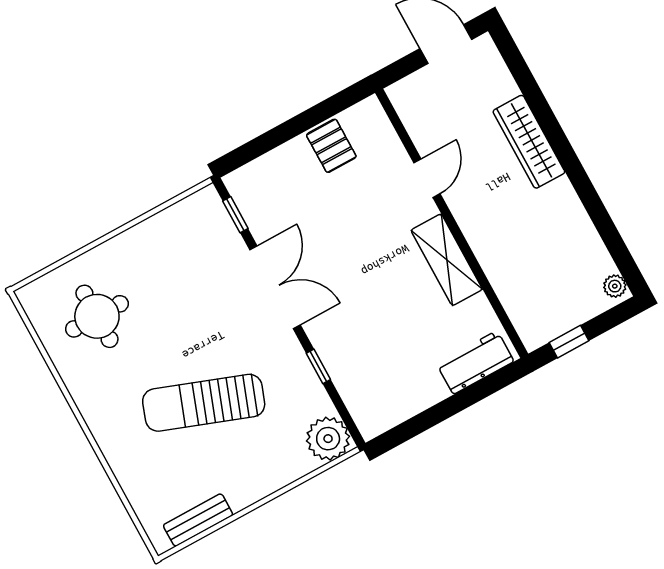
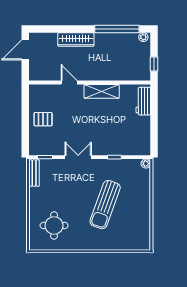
pallet: (331, 146) -> (43, 119), moved
window: (601, 219) -> (117, 29), added
double door: (275, 287) -> (78, 157), width x0.73
plant: (328, 439) -> (146, 164), width x0.53, depth x0.53
bench: (198, 520) -> (34, 173), moved

